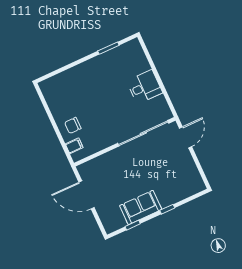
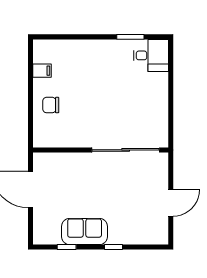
desk: (145, 87) -> (151, 55), moved
door: (186, 137) -> (171, 203), moved
filing cabinet: (74, 146) -> (42, 71), moved

